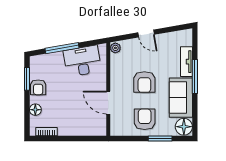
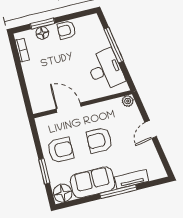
window: (27, 79) -> (43, 24), moved
door: (108, 103) -> (69, 108), hinge flipped

